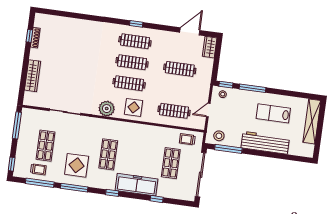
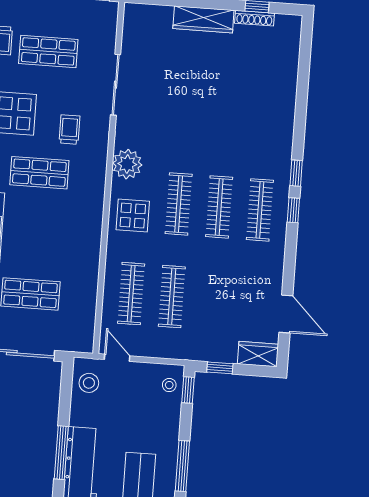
window: (117, 21) -> (296, 173), added
window: (216, 67) -> (220, 368), added
clothes rail: (180, 69) -> (172, 297), moved
wardrobe: (33, 76) -> (203, 19), moved
window: (253, 88) -> (182, 466), moved
door: (208, 110) -> (117, 358), moved
trolley: (187, 139) -> (70, 130), moved
window: (228, 149) -> (61, 453), moved

